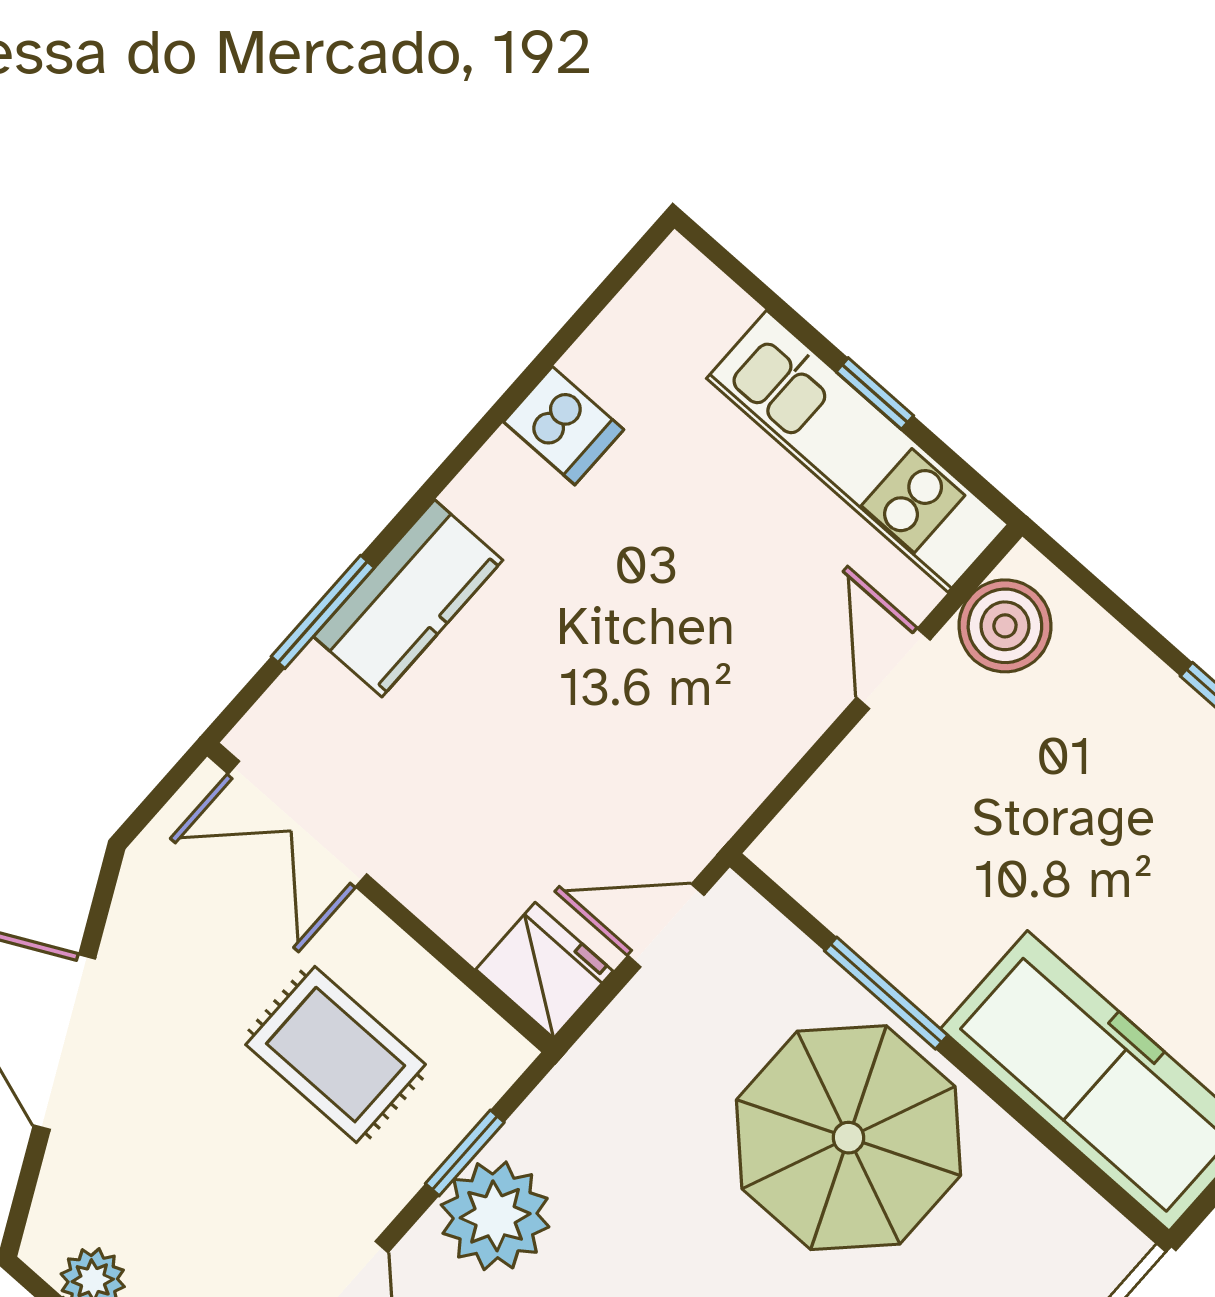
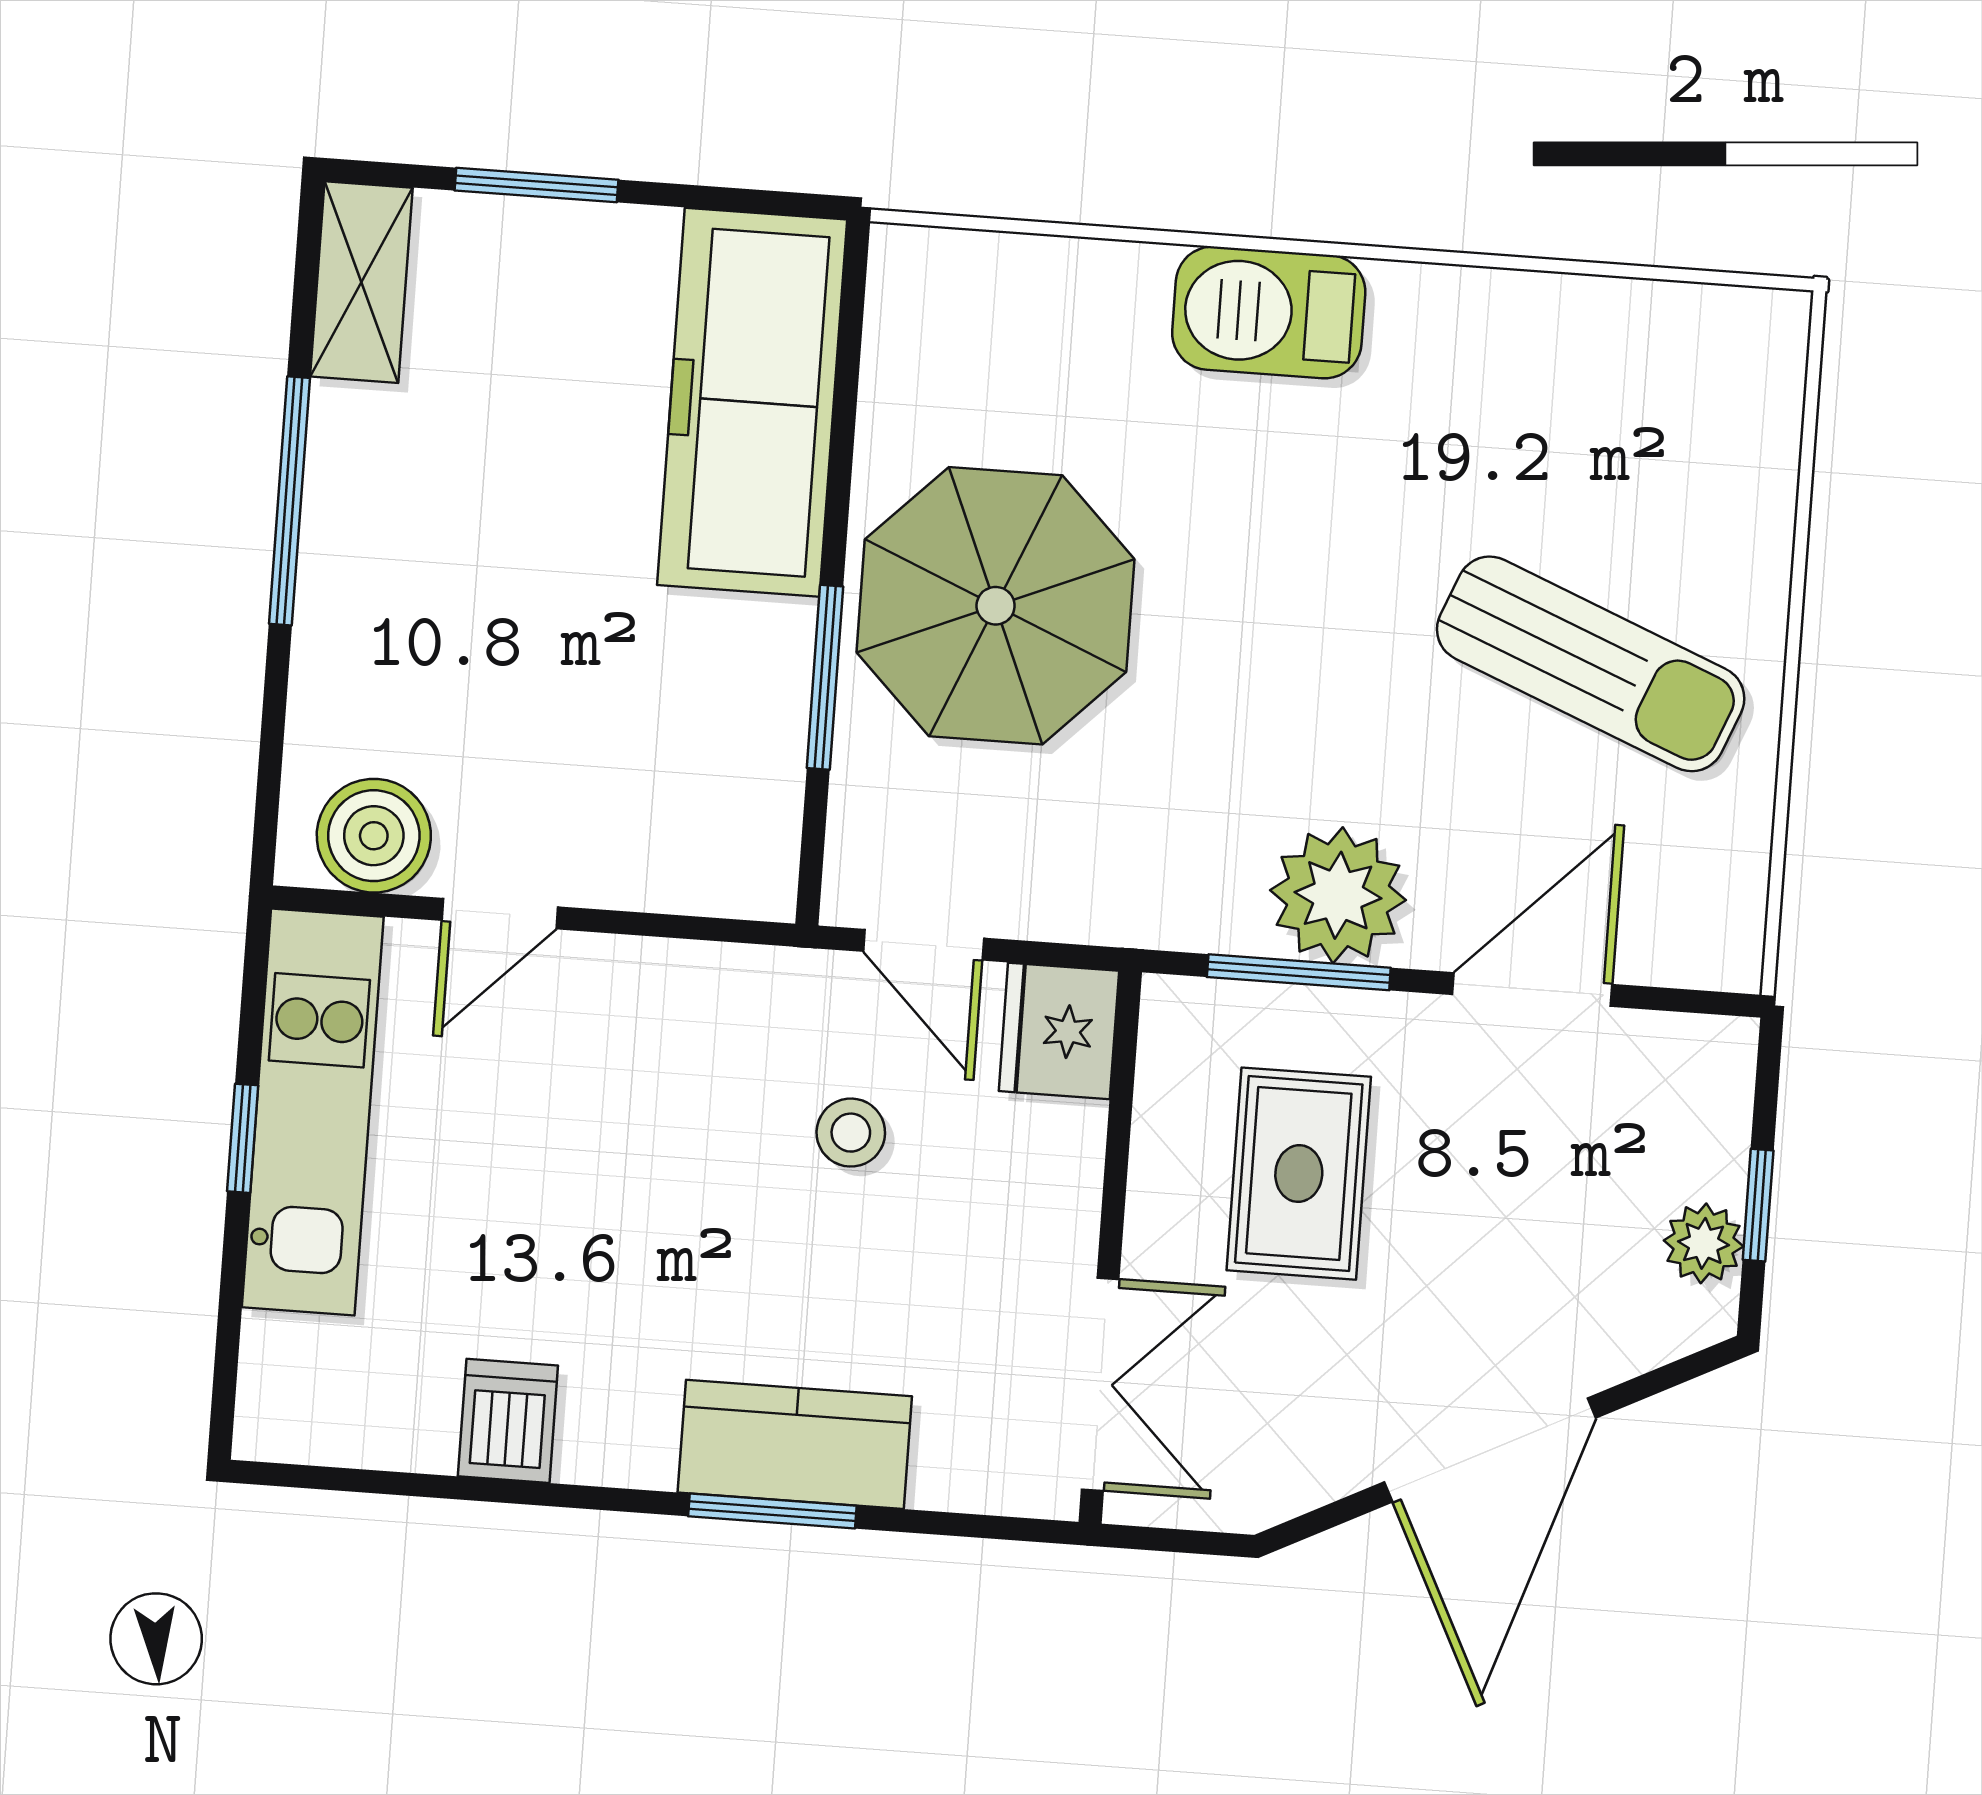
window: (323, 612) -> (772, 1511), moved
stool: (581, 787) -> (851, 1133), added
window: (465, 1153) -> (1299, 972), width x1.50

